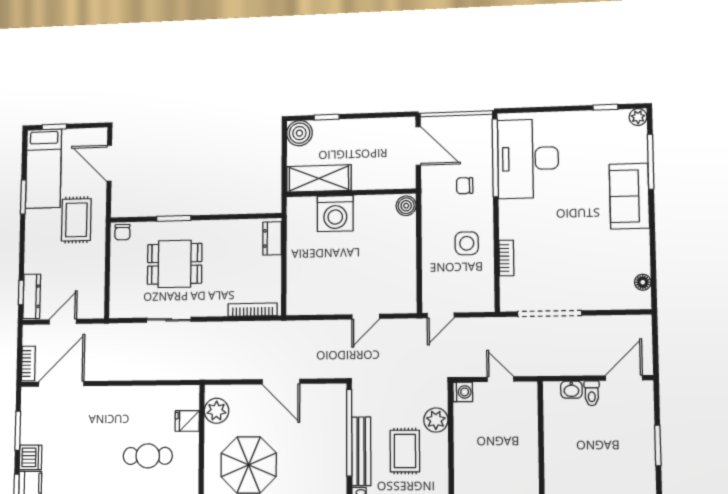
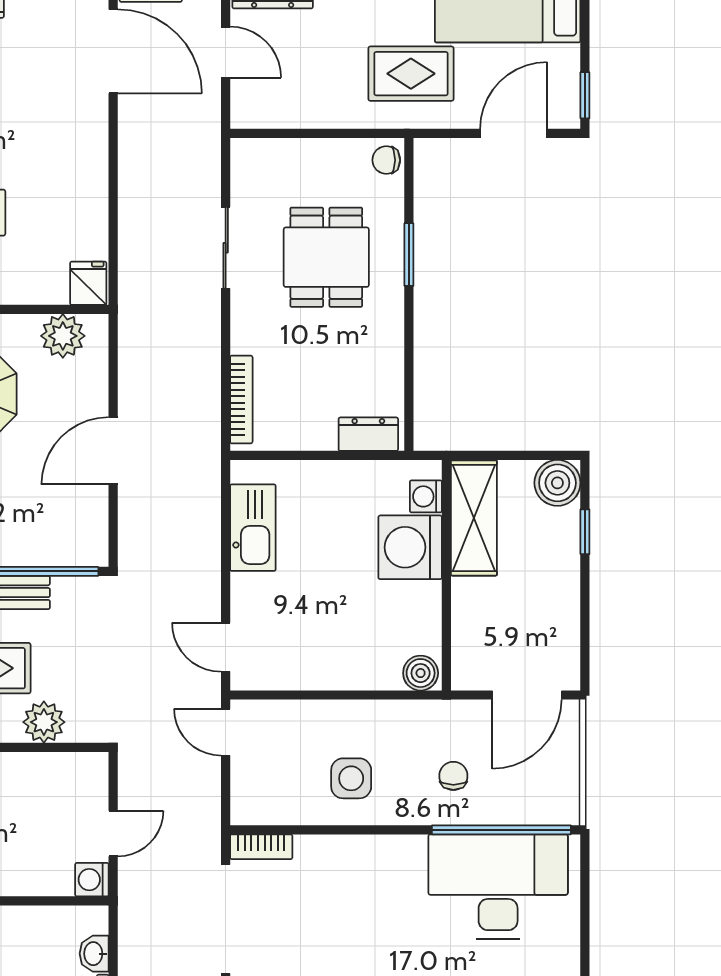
window: (54, 127) -> (585, 95), moved
washing machine: (307, 205) -> (426, 496), added
bookcase: (506, 258) -> (261, 847), moved
kitchen sink: (324, 302) -> (253, 528), added
door: (366, 317) -> (226, 647), moved
washing machine: (463, 392) -> (92, 880), moved, turned 90
fridge: (187, 421) -> (88, 283), moved

